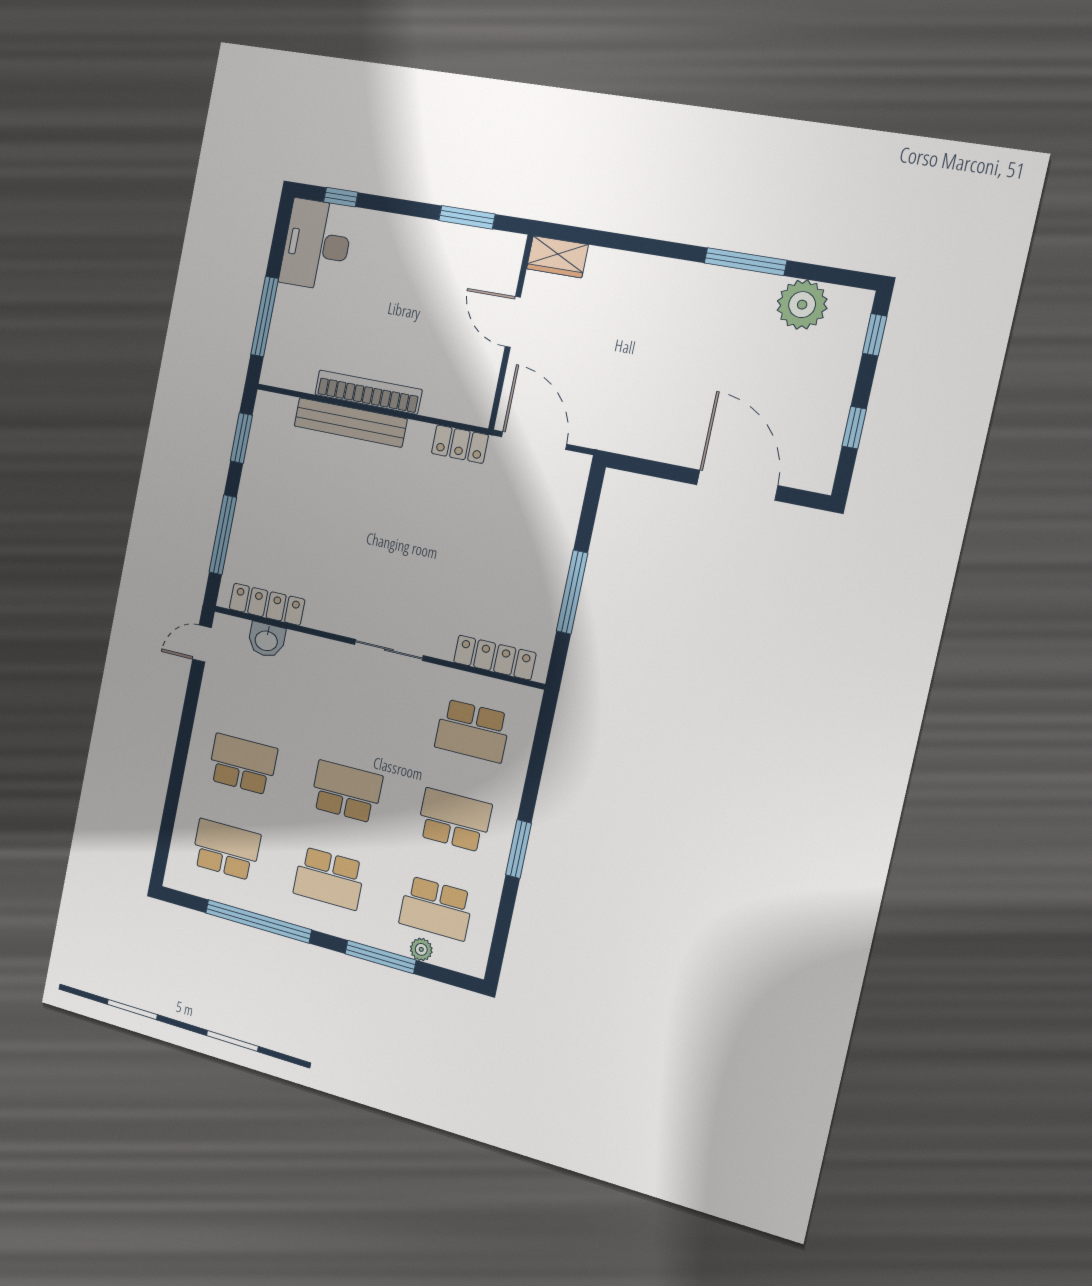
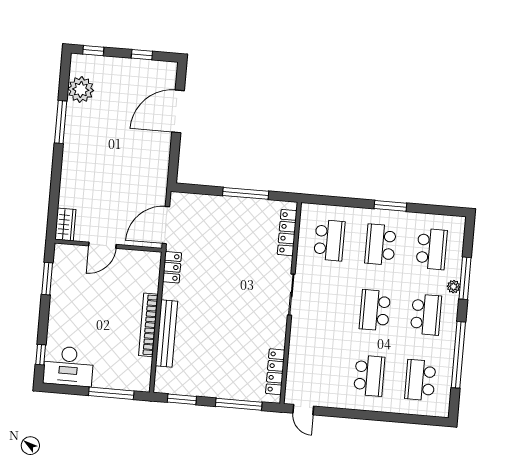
washbasin: (266, 640) -> (296, 370), removed
school desk: (243, 764) -> (369, 376), turned 180
plant: (421, 949) -> (453, 287), moved

